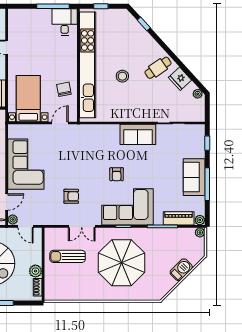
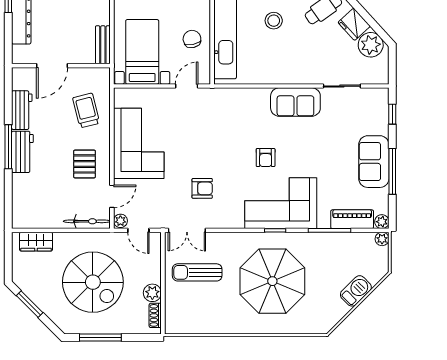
plant: (198, 94) -> (371, 45), width x1.88, depth x1.88
double door: (82, 226) -> (187, 230), moved

